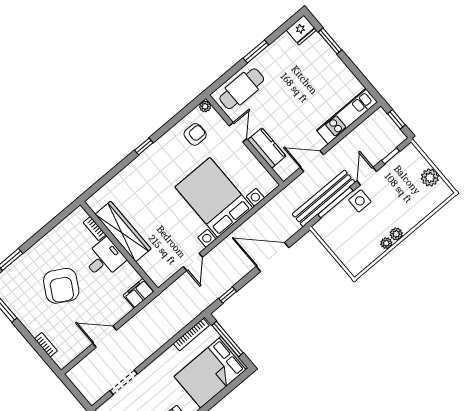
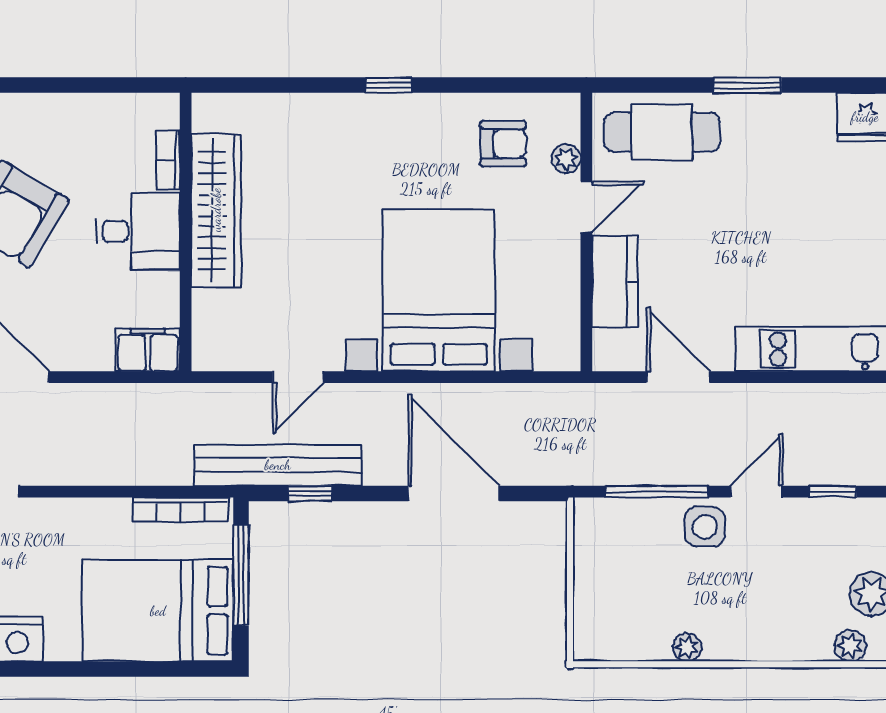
plant: (205, 106) -> (566, 159), moved
bench: (324, 198) -> (278, 465), moved
plant: (396, 234) -> (850, 646), moved

